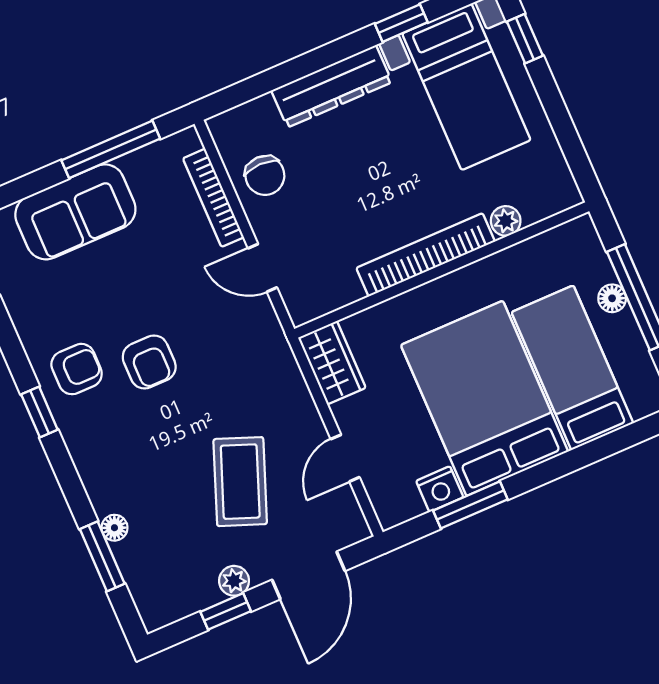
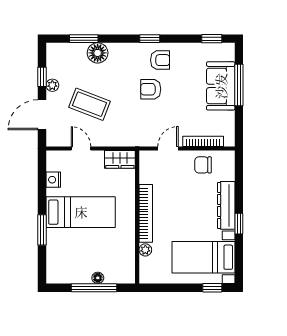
window: (401, 23) -> (239, 224), moved
window: (111, 149) -> (239, 85), moved
bed: (572, 368) -> (78, 251), removed
armchair: (77, 369) -> (160, 60), turned -90
bed: (485, 398) -> (81, 212), width x0.67
window: (470, 505) -> (42, 230), moved
floor lamp: (114, 528) -> (98, 53), width x1.89, depth x1.89
door: (308, 575) -> (42, 115), hinge flipped

